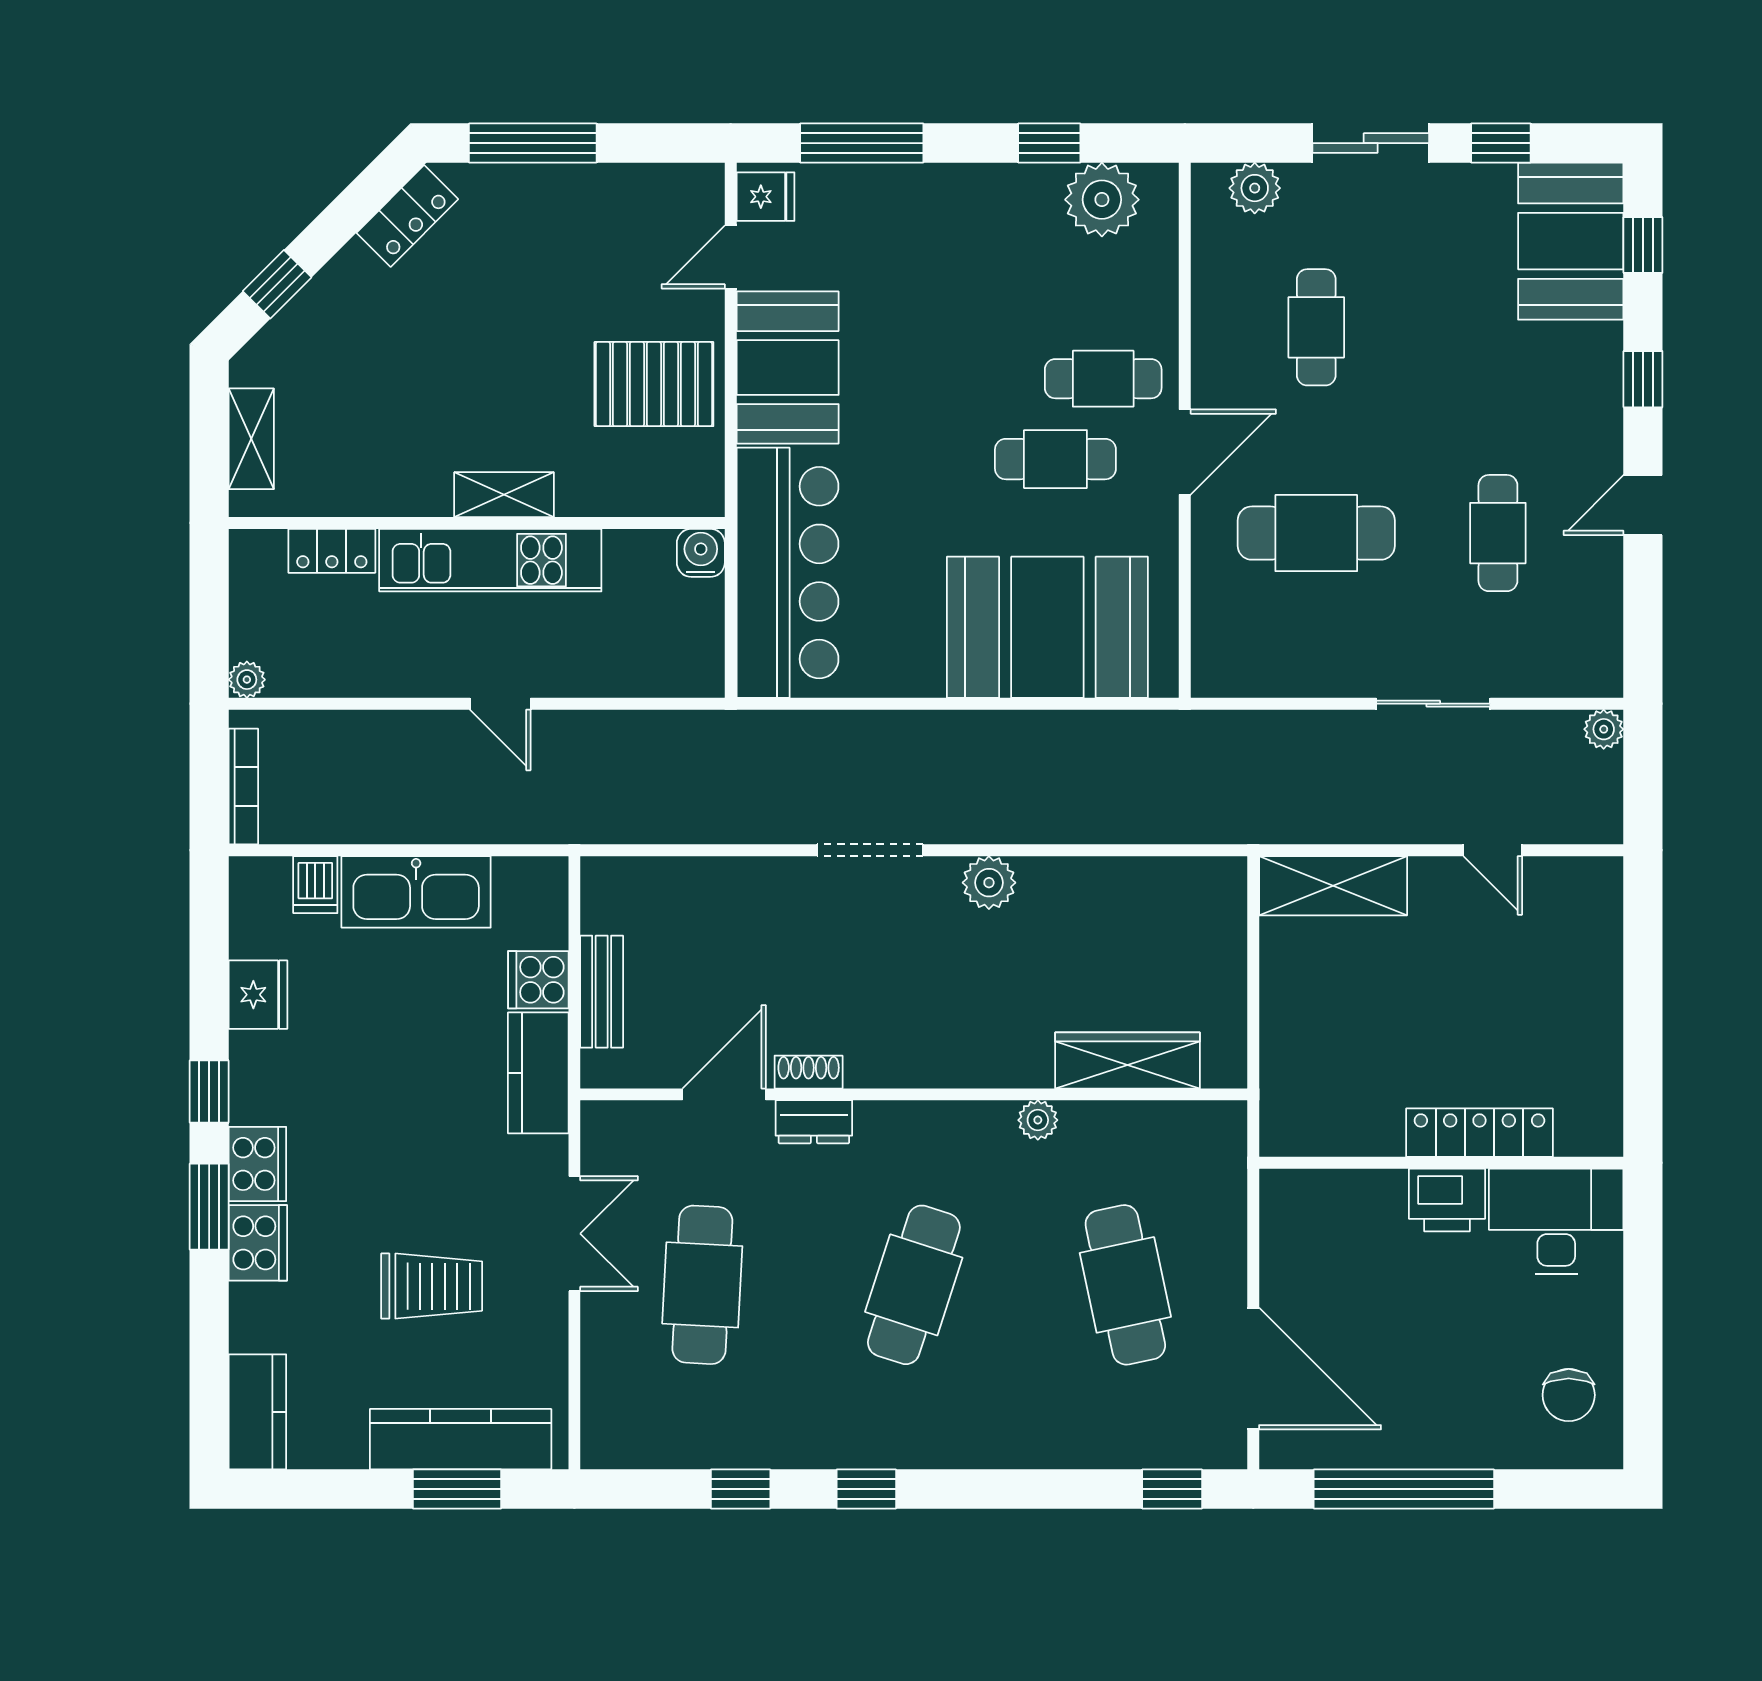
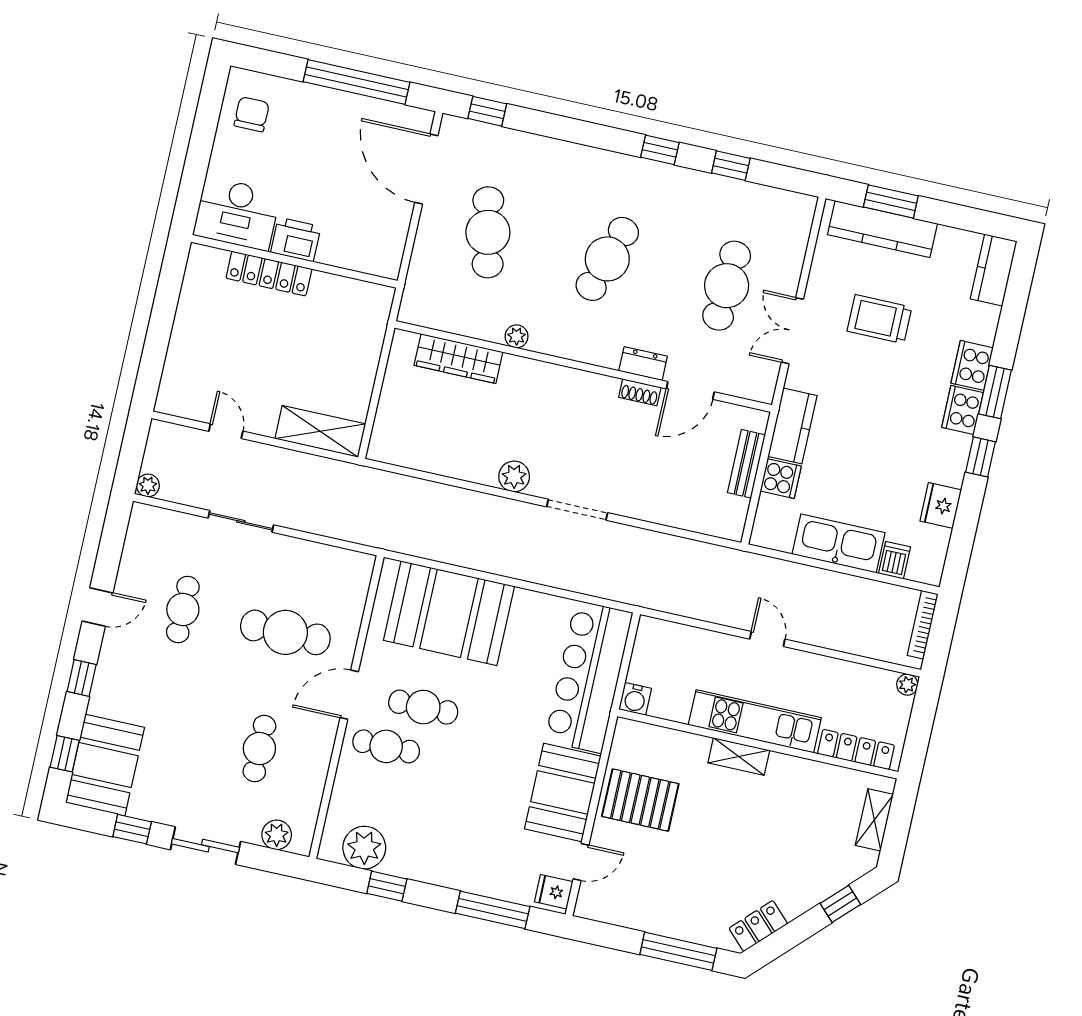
locker: (332, 551) -> (856, 749), width x1.53

